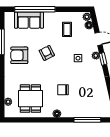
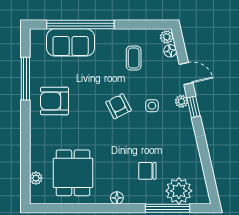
armchair: (47, 53) -> (118, 106), moved
chair: (63, 90) -> (147, 171), moved
plant: (94, 109) -> (179, 191), added

